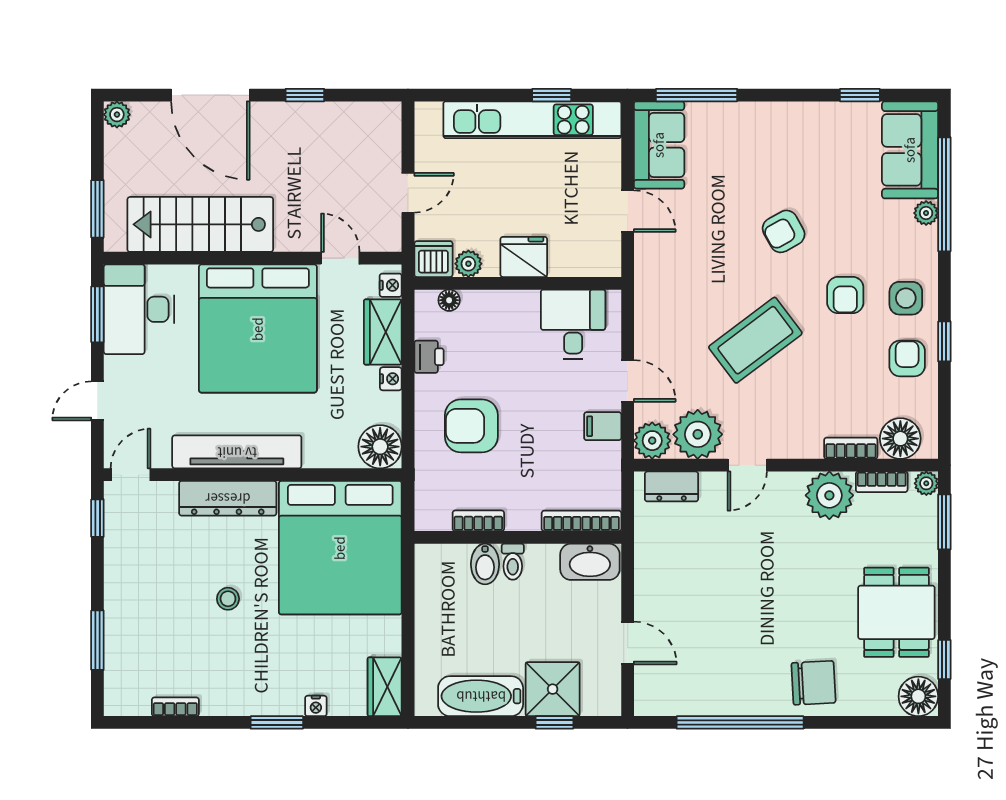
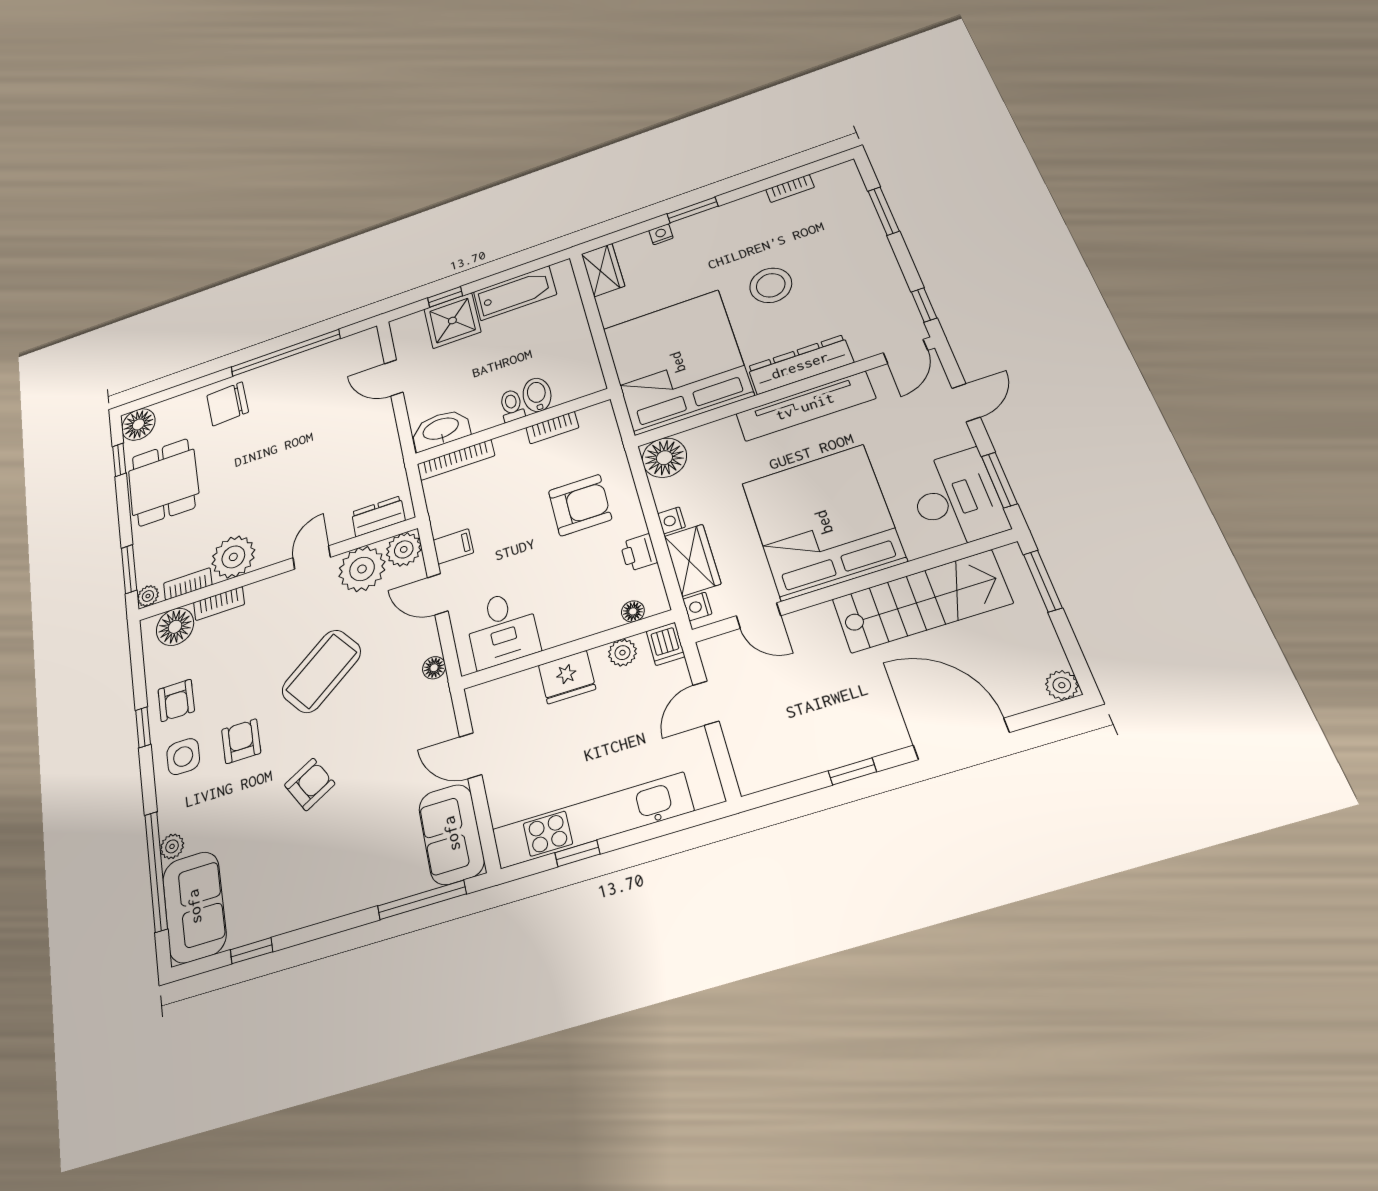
dishwasher: (433, 259) -> (666, 644), width x0.73
floor lamp: (645, 307) -> (434, 668), added
stool: (228, 599) -> (771, 285), width x1.89, depth x1.89

